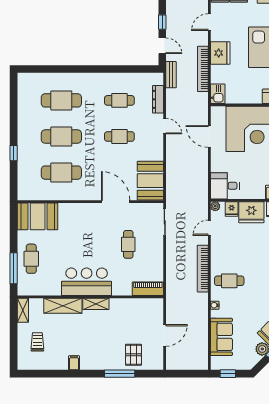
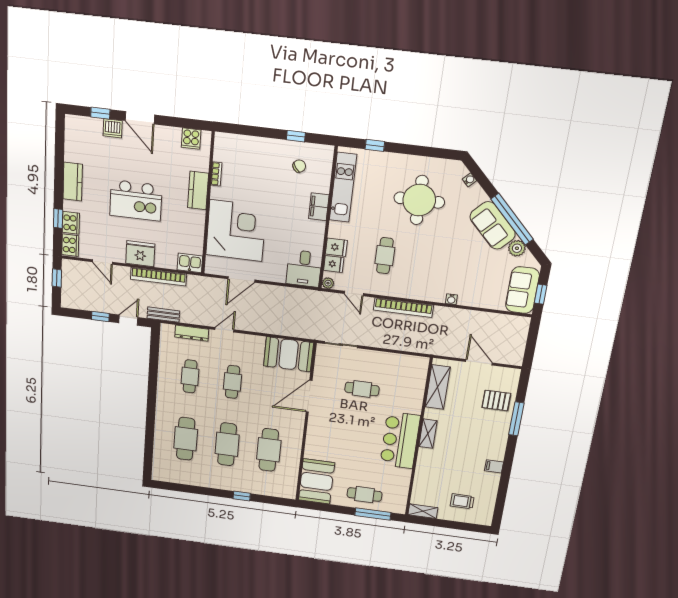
fridge: (251, 212) -> (336, 247), width x0.53, depth x0.75
cafe table: (229, 281) -> (385, 256), moved
piano: (148, 289) -> (419, 374), removed
shelving: (63, 306) -> (438, 387), moved
sofa: (221, 337) -> (522, 290), moved, turned -90

